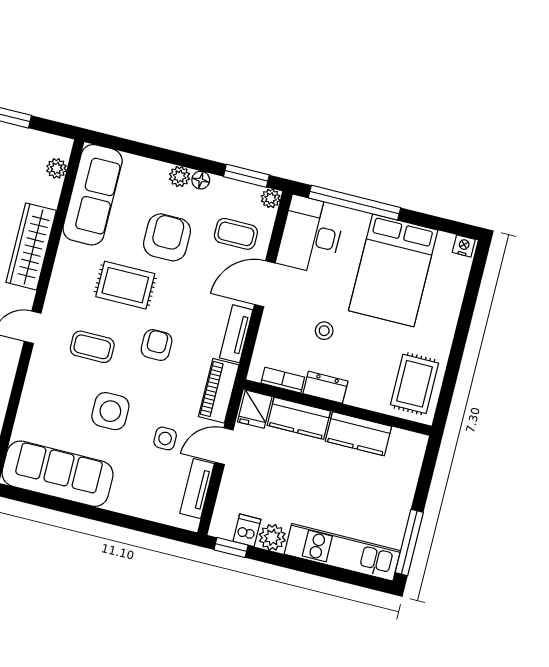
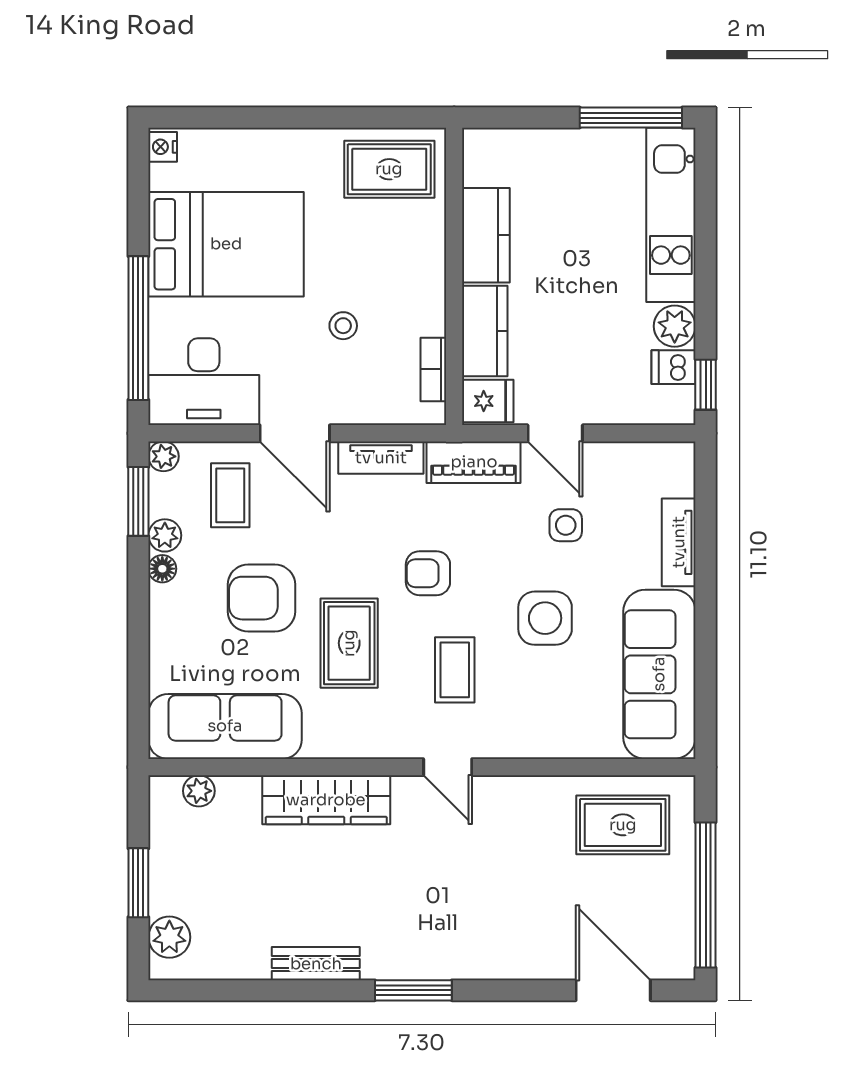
plant: (180, 176) -> (165, 535), moved
dresser: (325, 387) -> (428, 302), removed
tv unit: (197, 489) -> (679, 542), moved, turned 90

